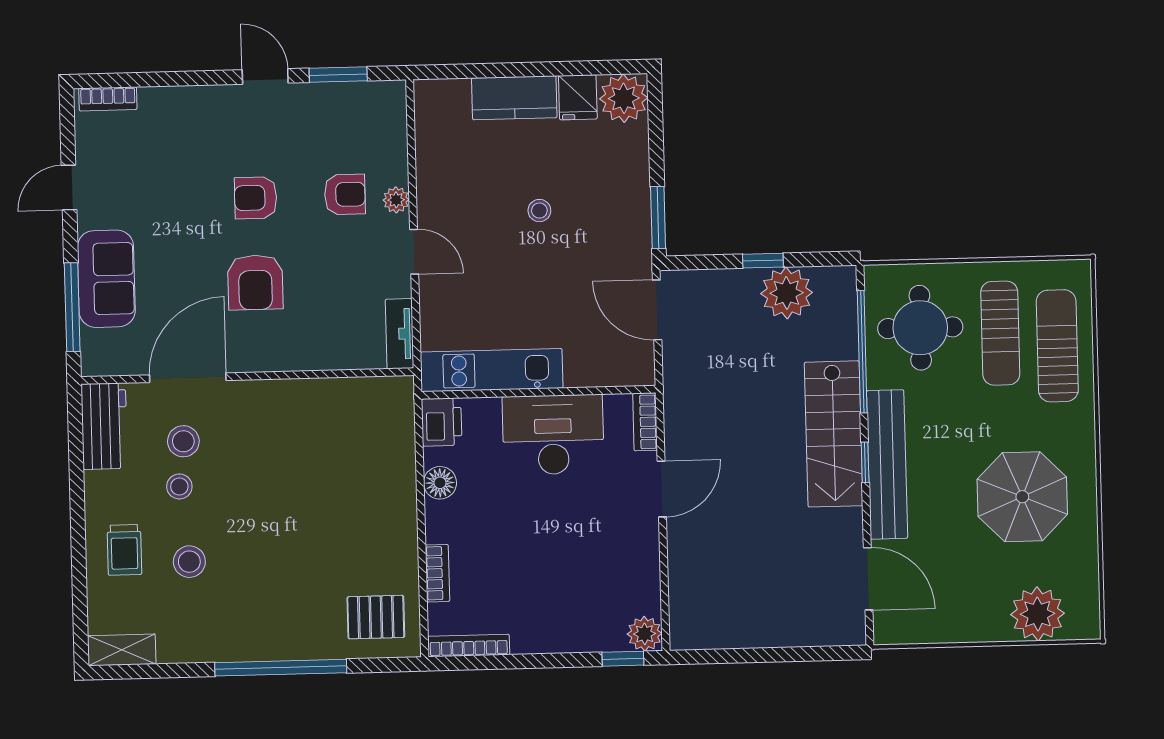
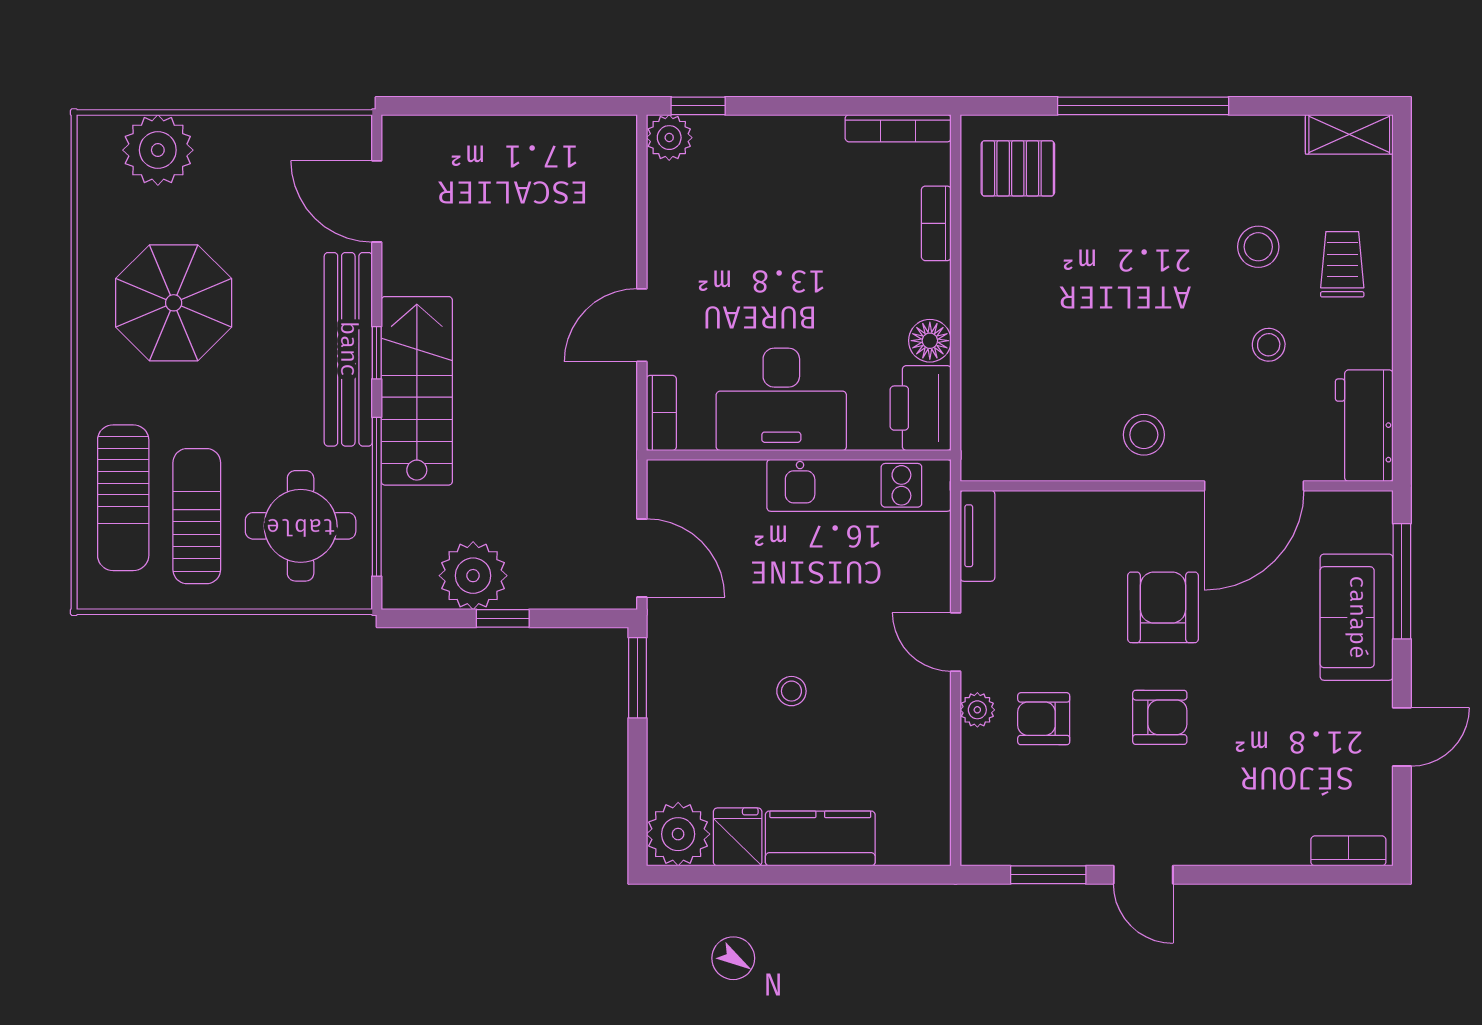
printer: (442, 422) -> (921, 408), width x1.37, depth x1.19
stool: (183, 441) -> (1144, 435), moved

